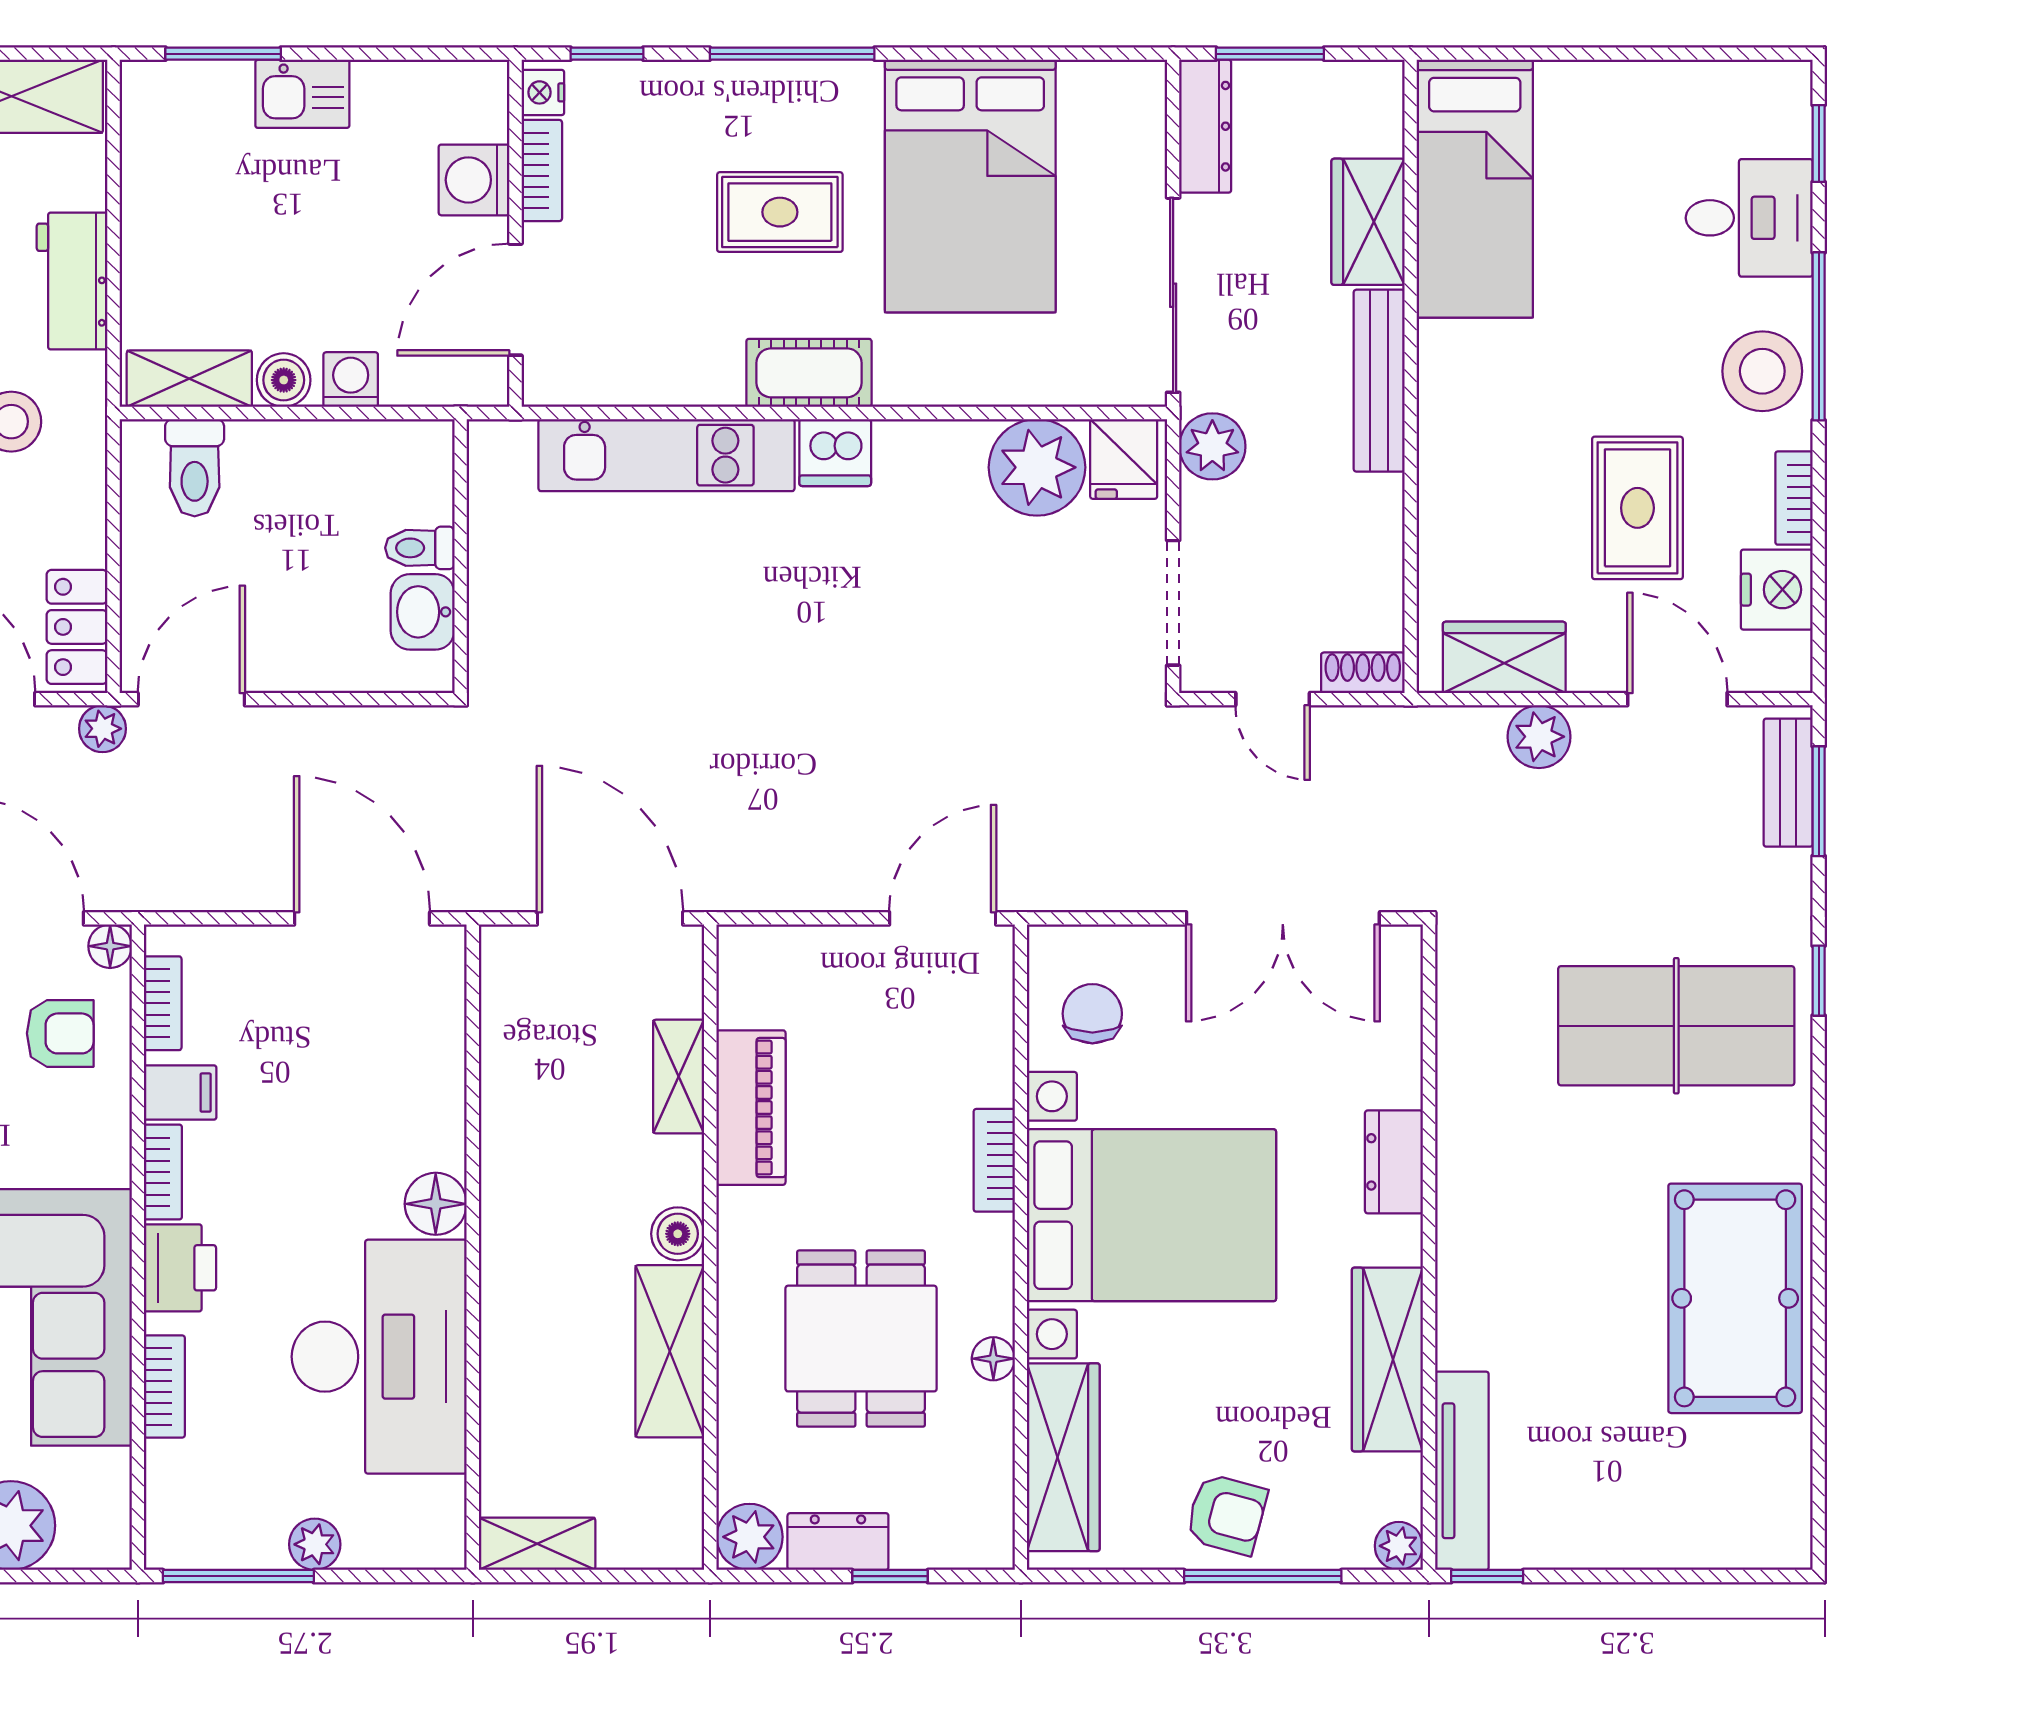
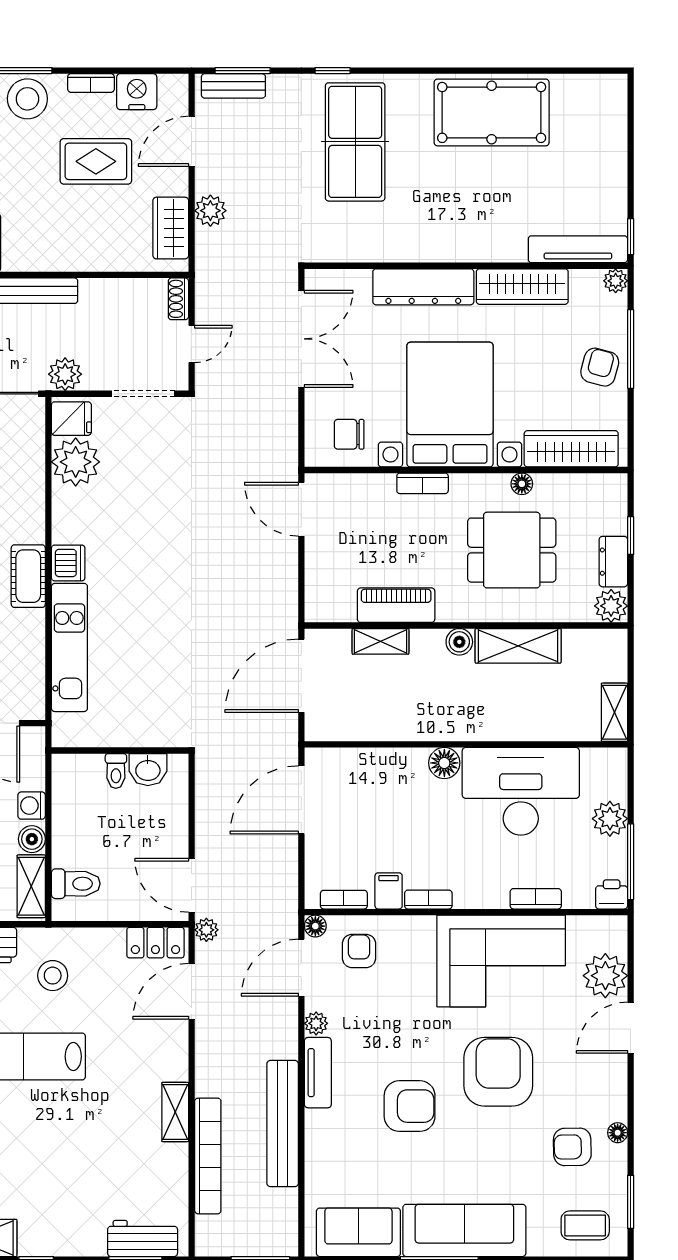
dresser: (1394, 1162) -> (423, 287), width x1.96, depth x1.24
printer: (180, 1268) -> (612, 895), moved, width x0.73, depth x0.81
plant: (315, 1544) -> (610, 819), width x1.38, depth x1.38

